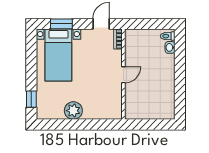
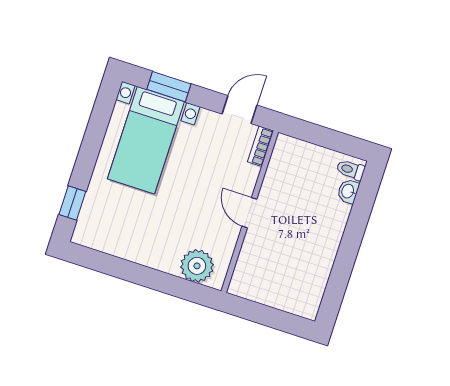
door: (123, 75) -> (249, 213), swing flipped
plant: (73, 111) -> (197, 266), moved

